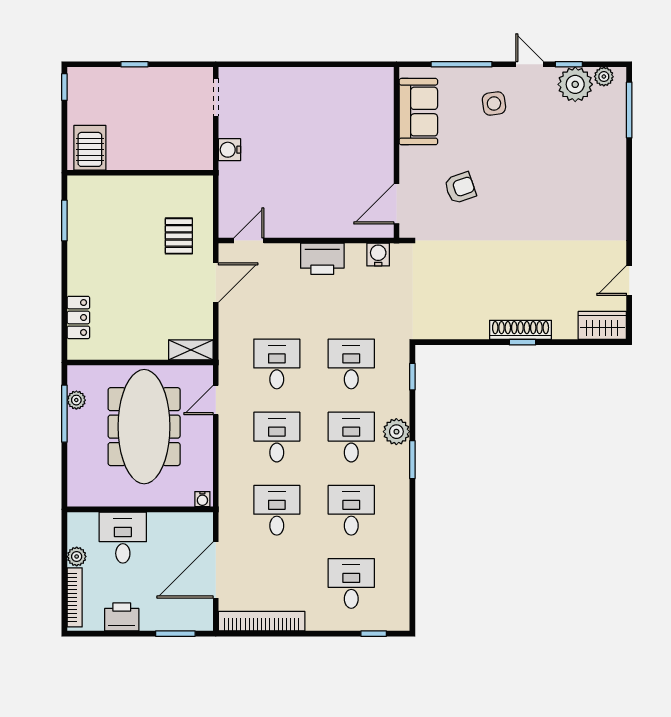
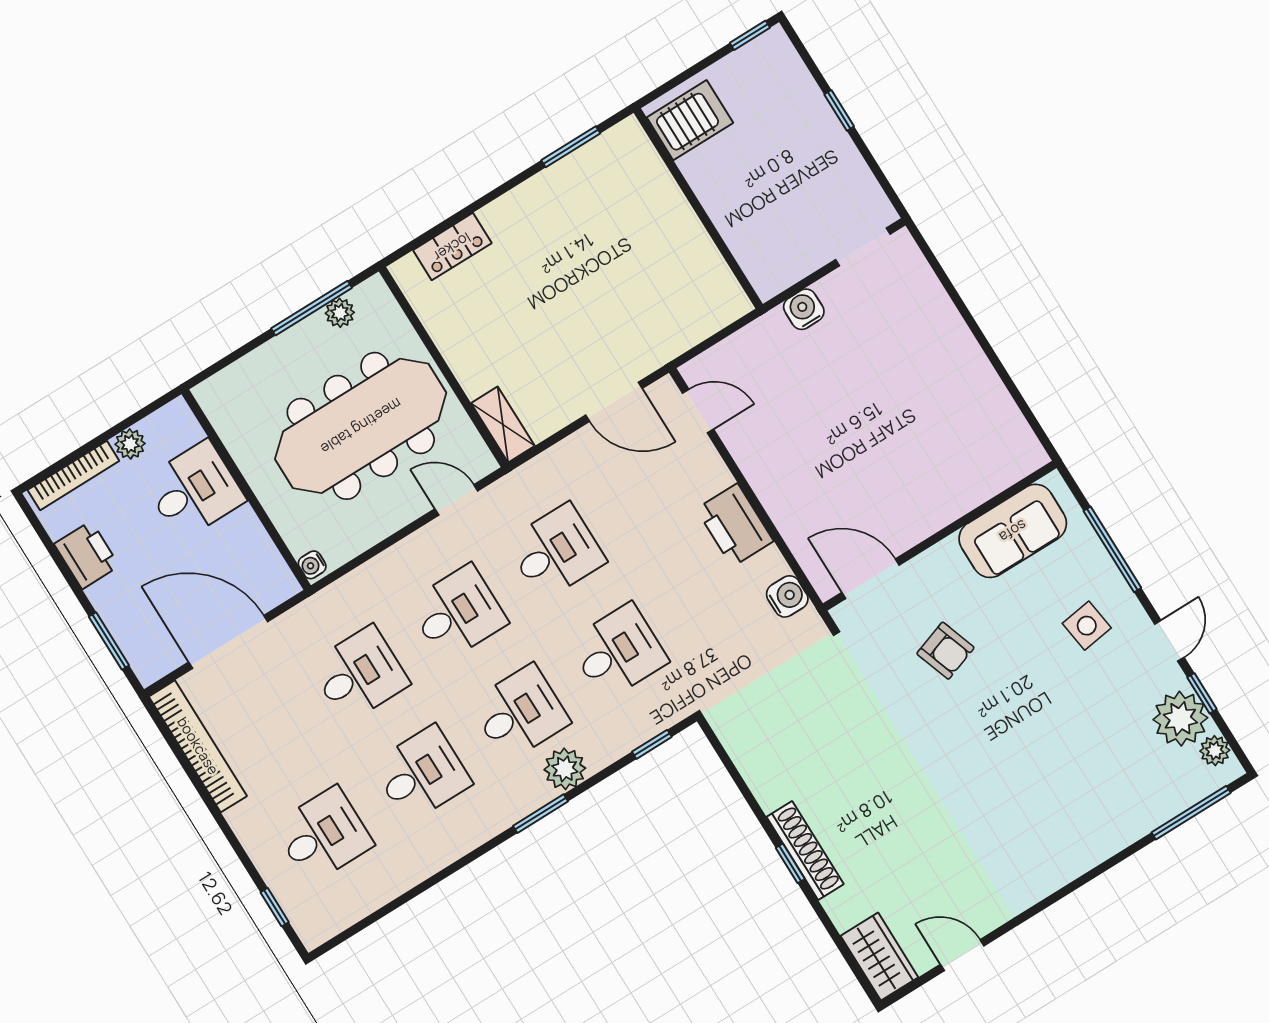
pallet: (179, 236) -> (646, 313), removed

